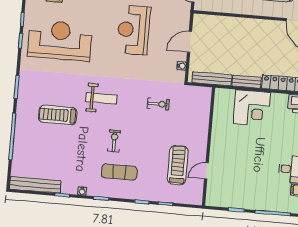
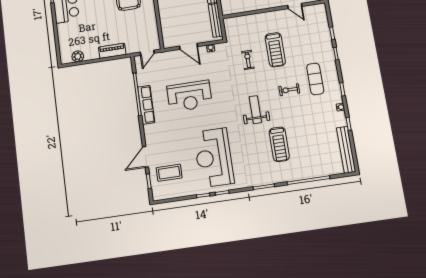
treadmill: (178, 165) -> (275, 50), moved, turned -90

